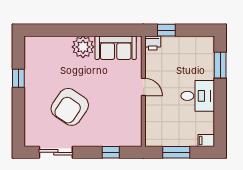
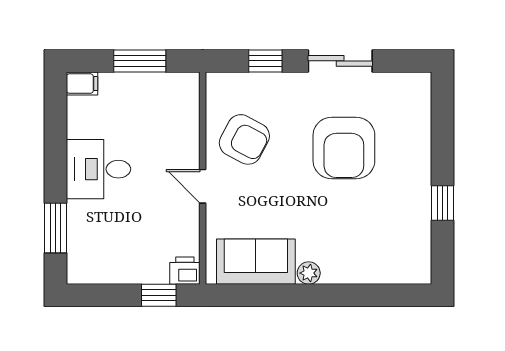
plant: (83, 47) -> (309, 273), width x0.53, depth x0.53
armchair: (70, 107) -> (344, 148), turned 146
armchair: (122, 111) -> (244, 139), added
sliding door: (56, 152) -> (340, 61), moved

